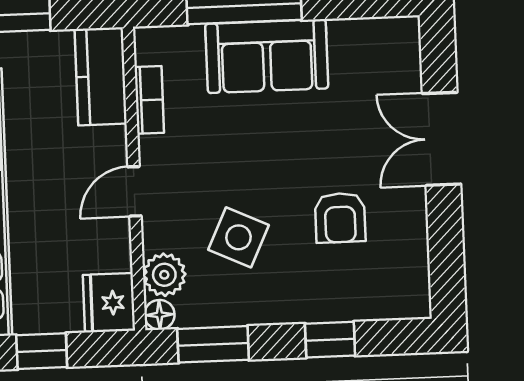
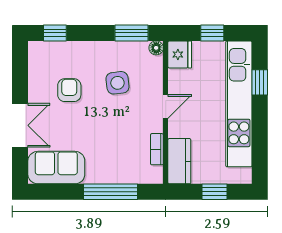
sofa: (267, 56) -> (56, 168), moved
side table: (239, 237) -> (117, 83), turned -32
plant: (164, 275) -> (153, 67), removed
window: (330, 340) -> (55, 33), moved

